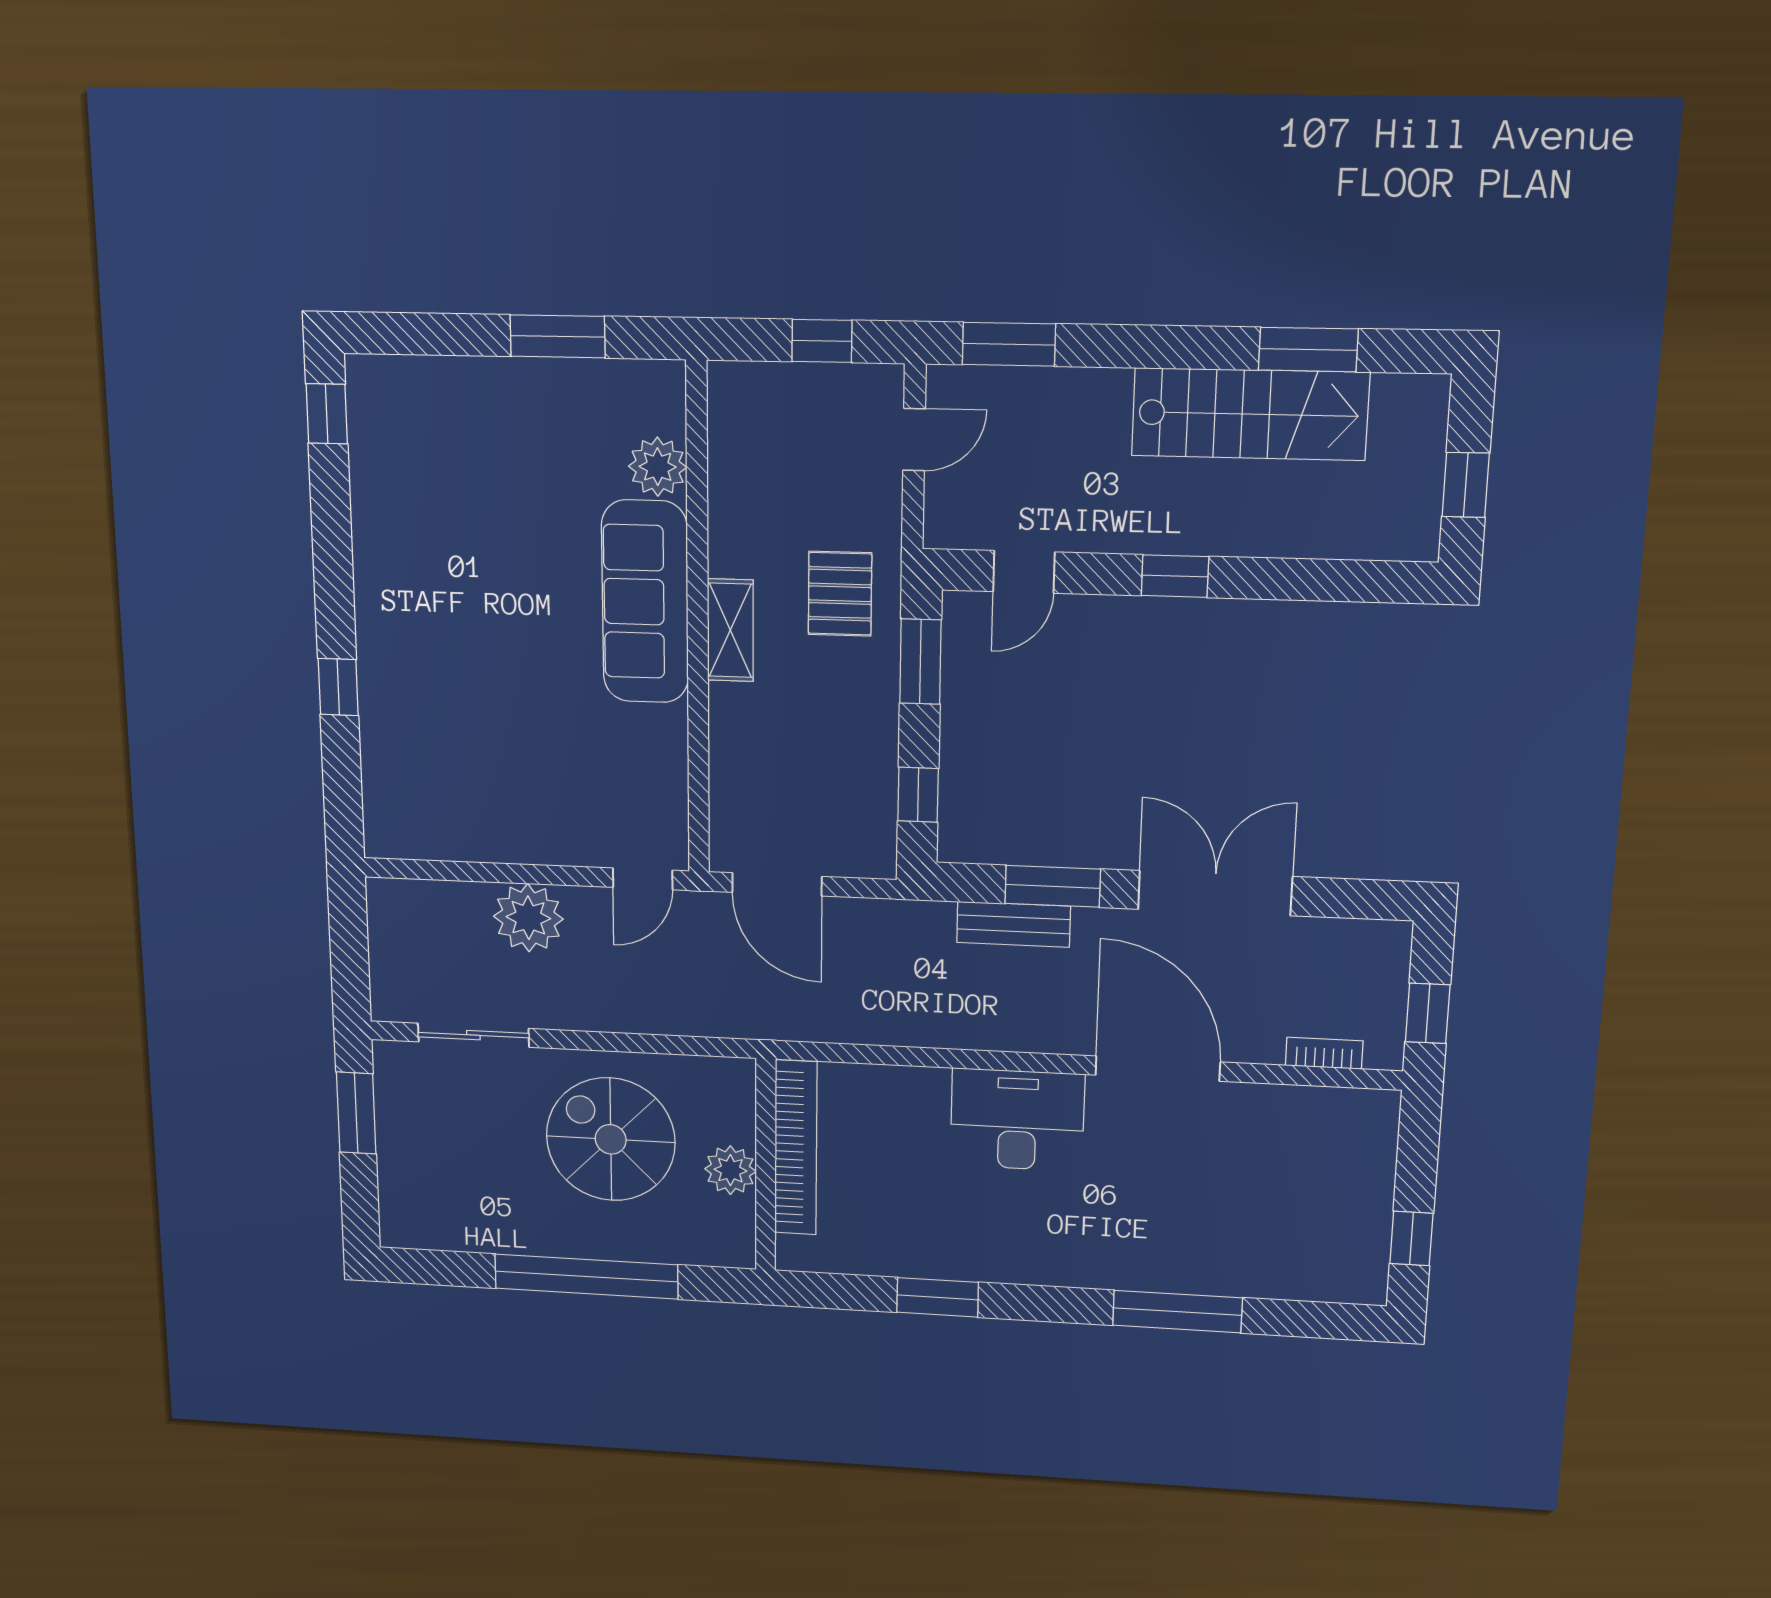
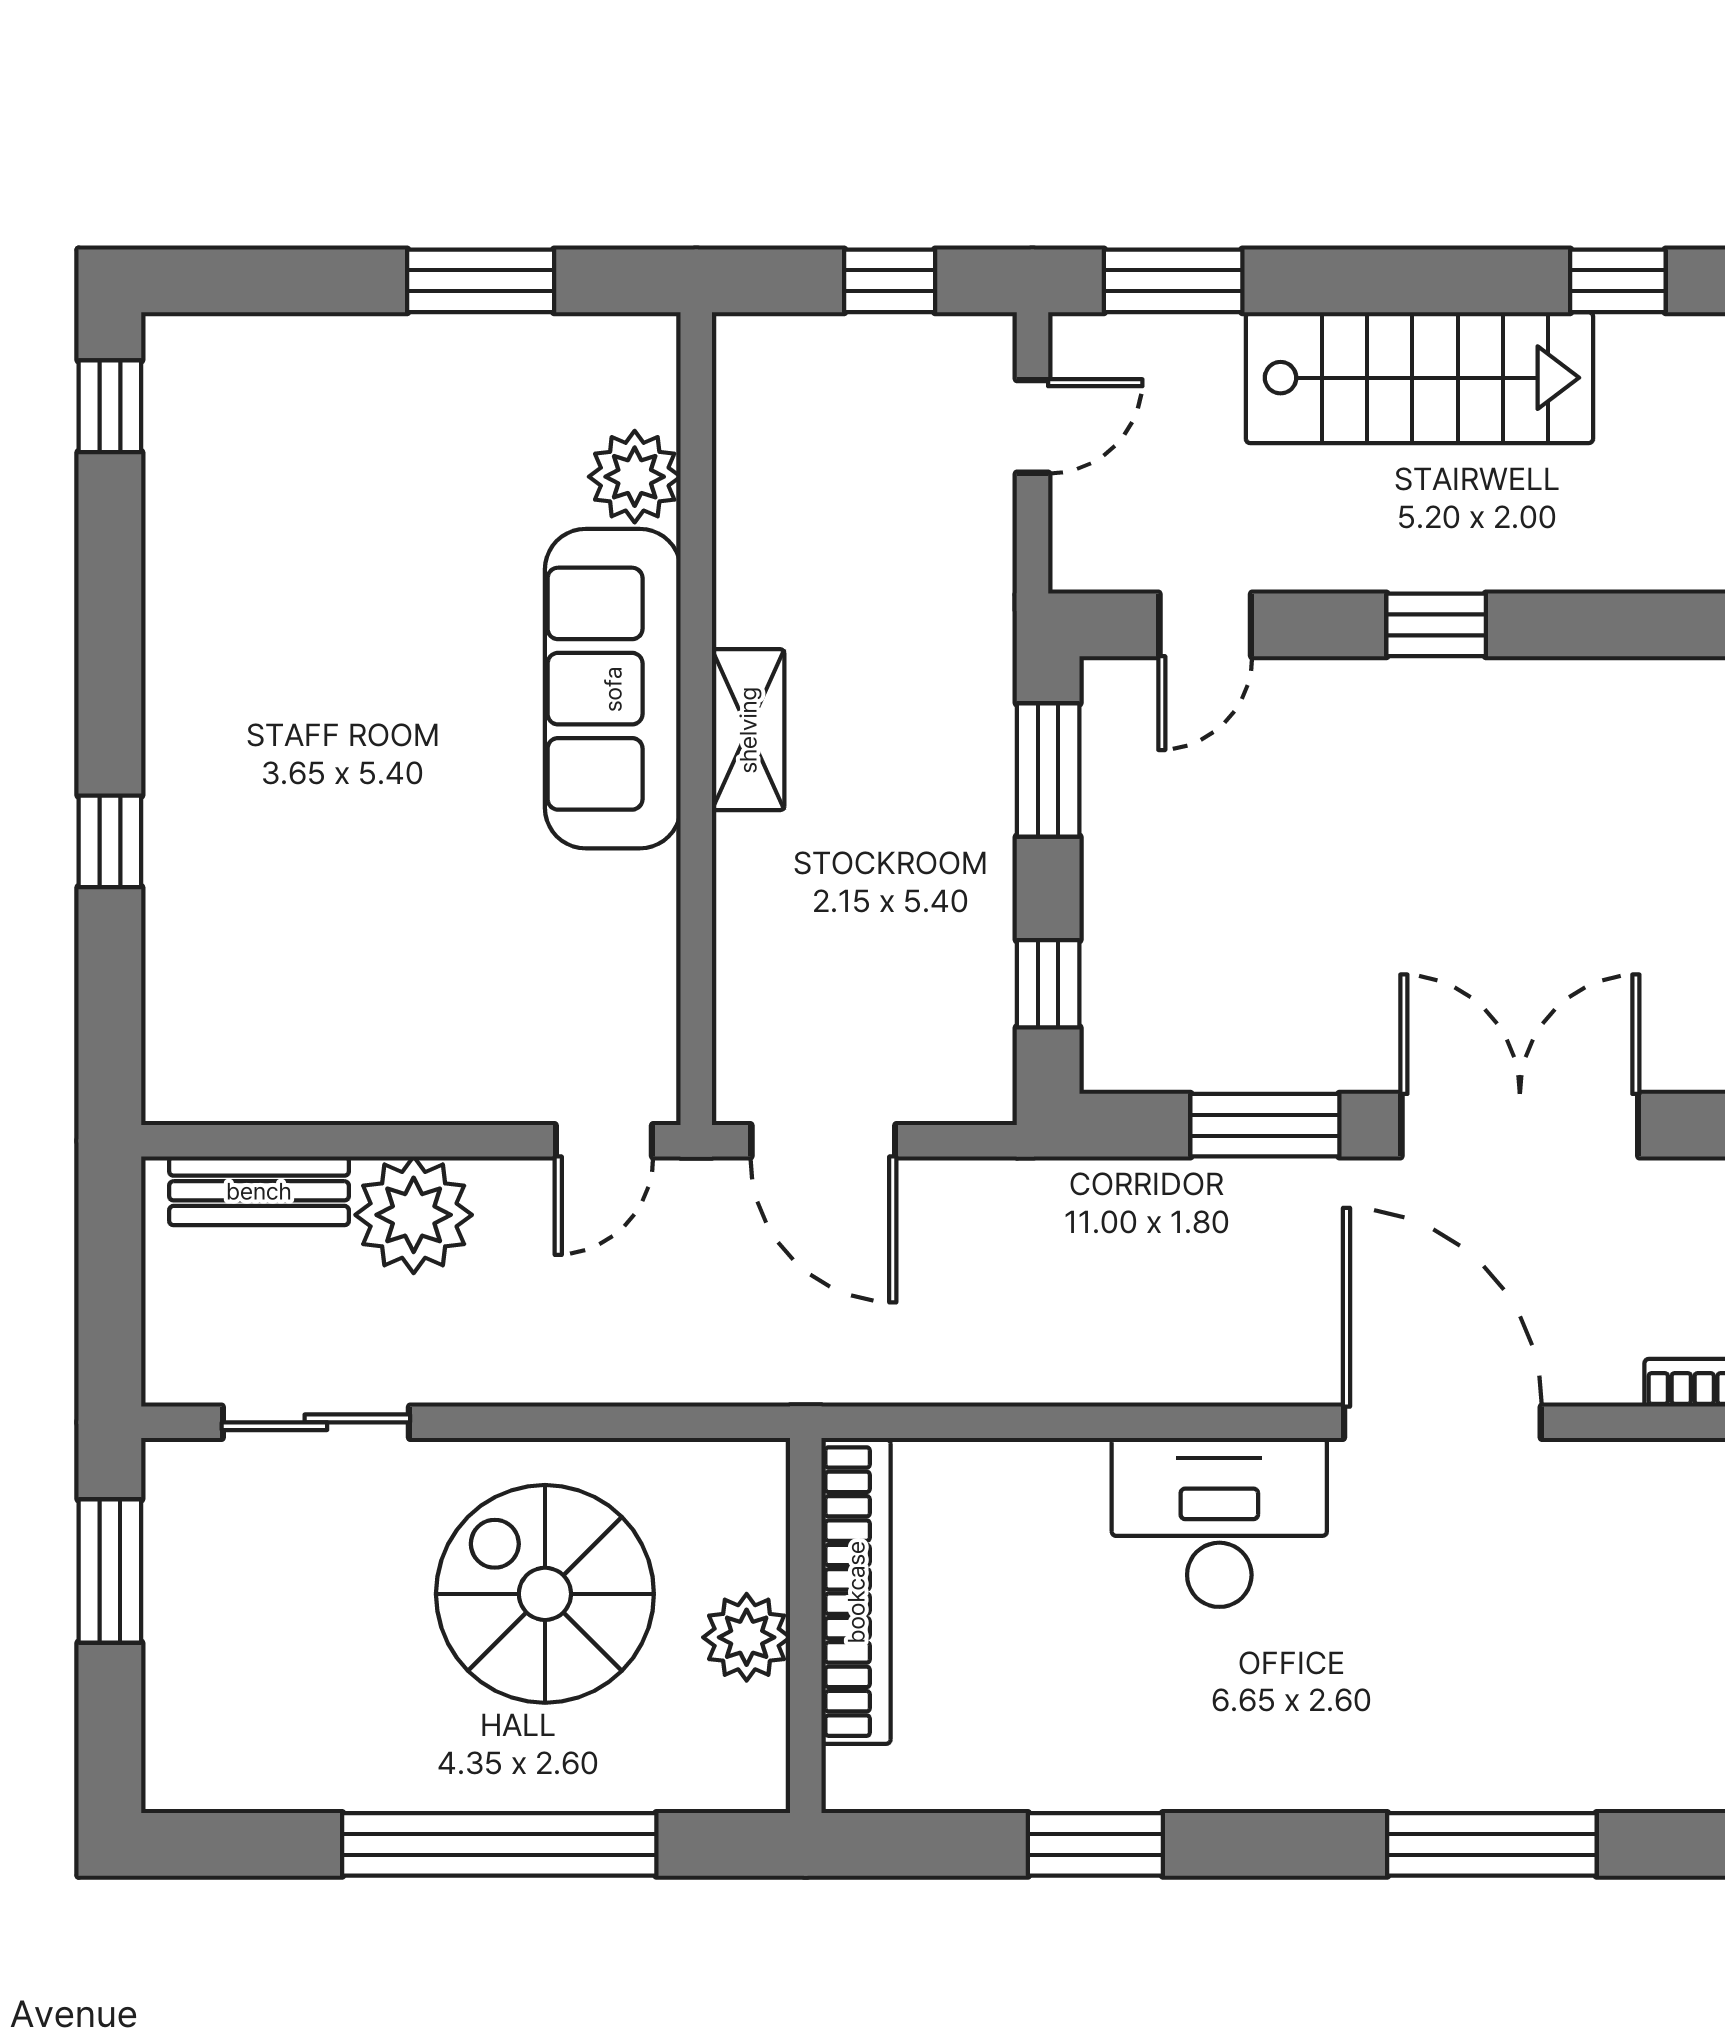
window: (1308, 350) -> (1618, 281), width x0.67
stairs: (1250, 414) -> (1419, 378), moved
pallet: (840, 594) -> (921, 667), removed
bench: (1014, 924) -> (259, 1191), moved

